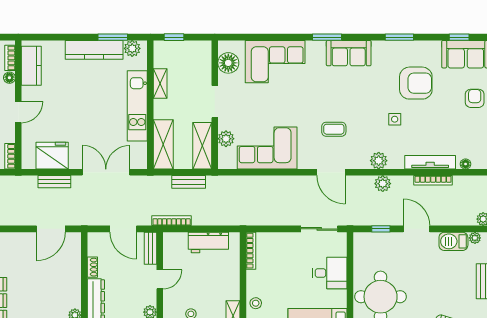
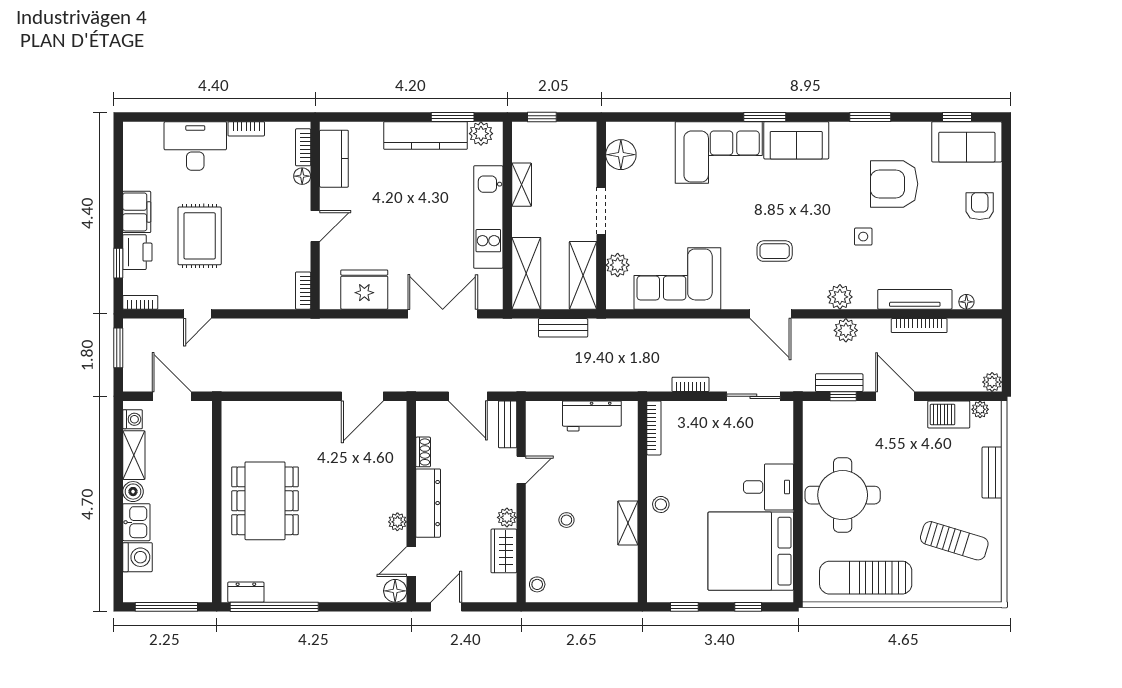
corner sofa: (275, 62) -> (719, 153), moved
armchair: (416, 83) -> (894, 184), turned 180
bench: (54, 182) -> (839, 383), moved
bookcase: (172, 221) -> (690, 384), moved, width x0.64
desk: (330, 273) -> (769, 487), moved

